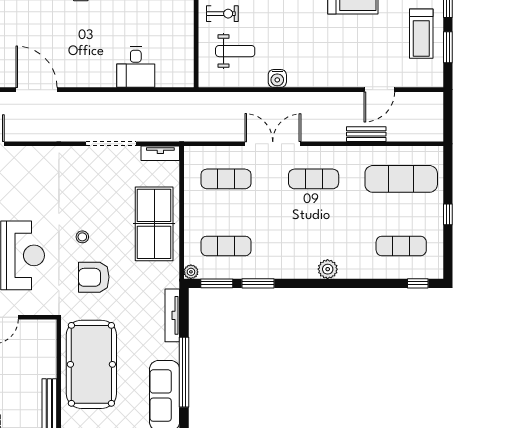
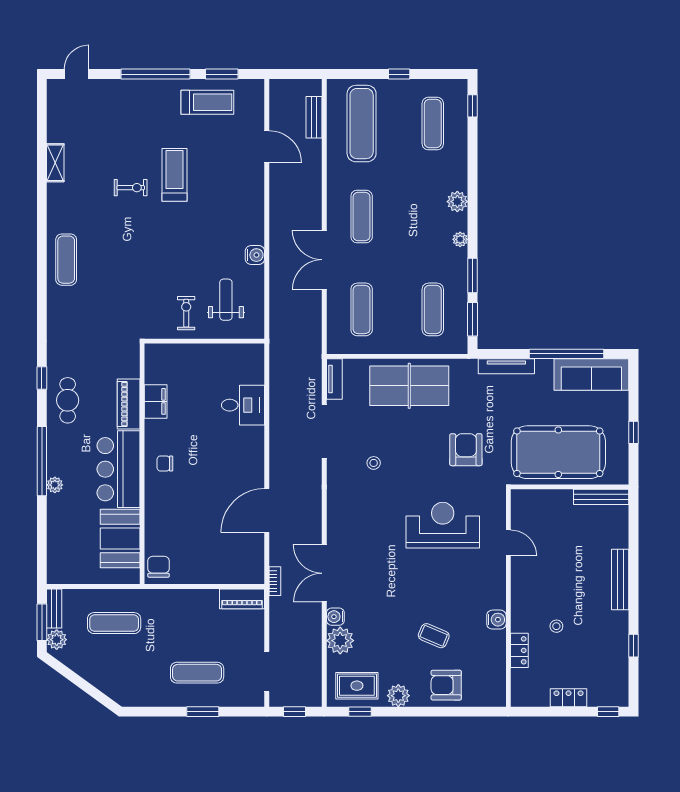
bench: (366, 134) -> (314, 117), moved
stool: (82, 237) -> (374, 463), moved
plant: (191, 272) -> (460, 239), moved
armchair: (94, 277) -> (466, 450), turned 180

